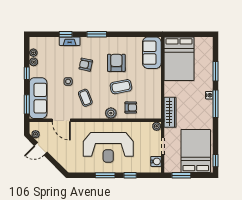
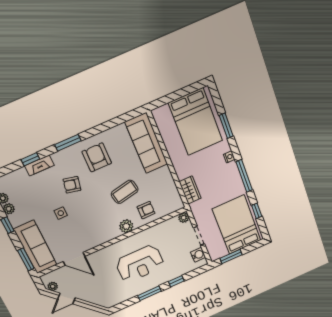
sofa: (152, 53) -> (146, 143), width x1.36
bed: (179, 59) -> (196, 122), moved
armchair: (116, 63) -> (97, 157), moved
coffee table: (85, 98) -> (89, 222), removed
window: (216, 104) -> (244, 176), moved
wardrobe: (170, 112) -> (190, 190), width x0.67
reception desk: (108, 147) -> (140, 264), width x0.74, depth x0.77
window: (216, 161) -> (257, 211), moved

